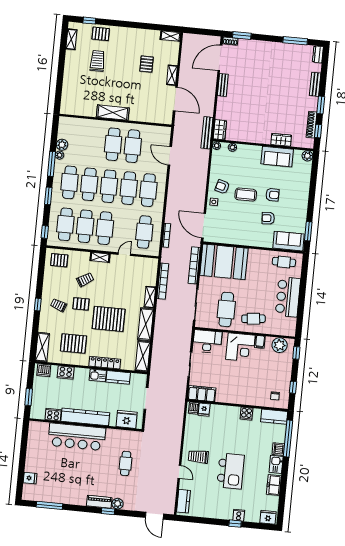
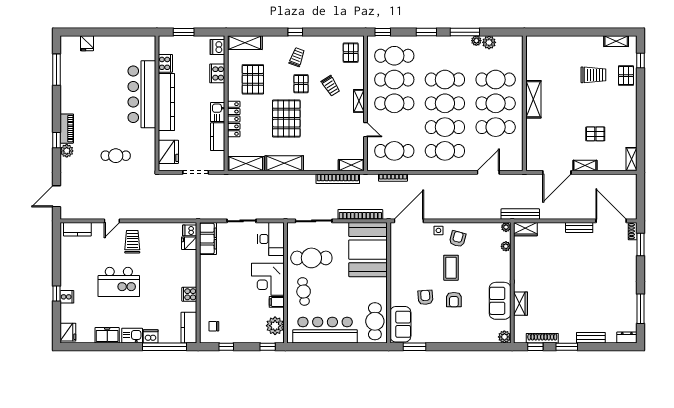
cafe table: (70, 182) -> (496, 80), moved
cafe table: (284, 262) -> (375, 321), width x1.37, depth x1.35
shelving: (150, 297) -> (351, 165), moved
bar counter: (288, 297) -> (325, 330), width x1.36

